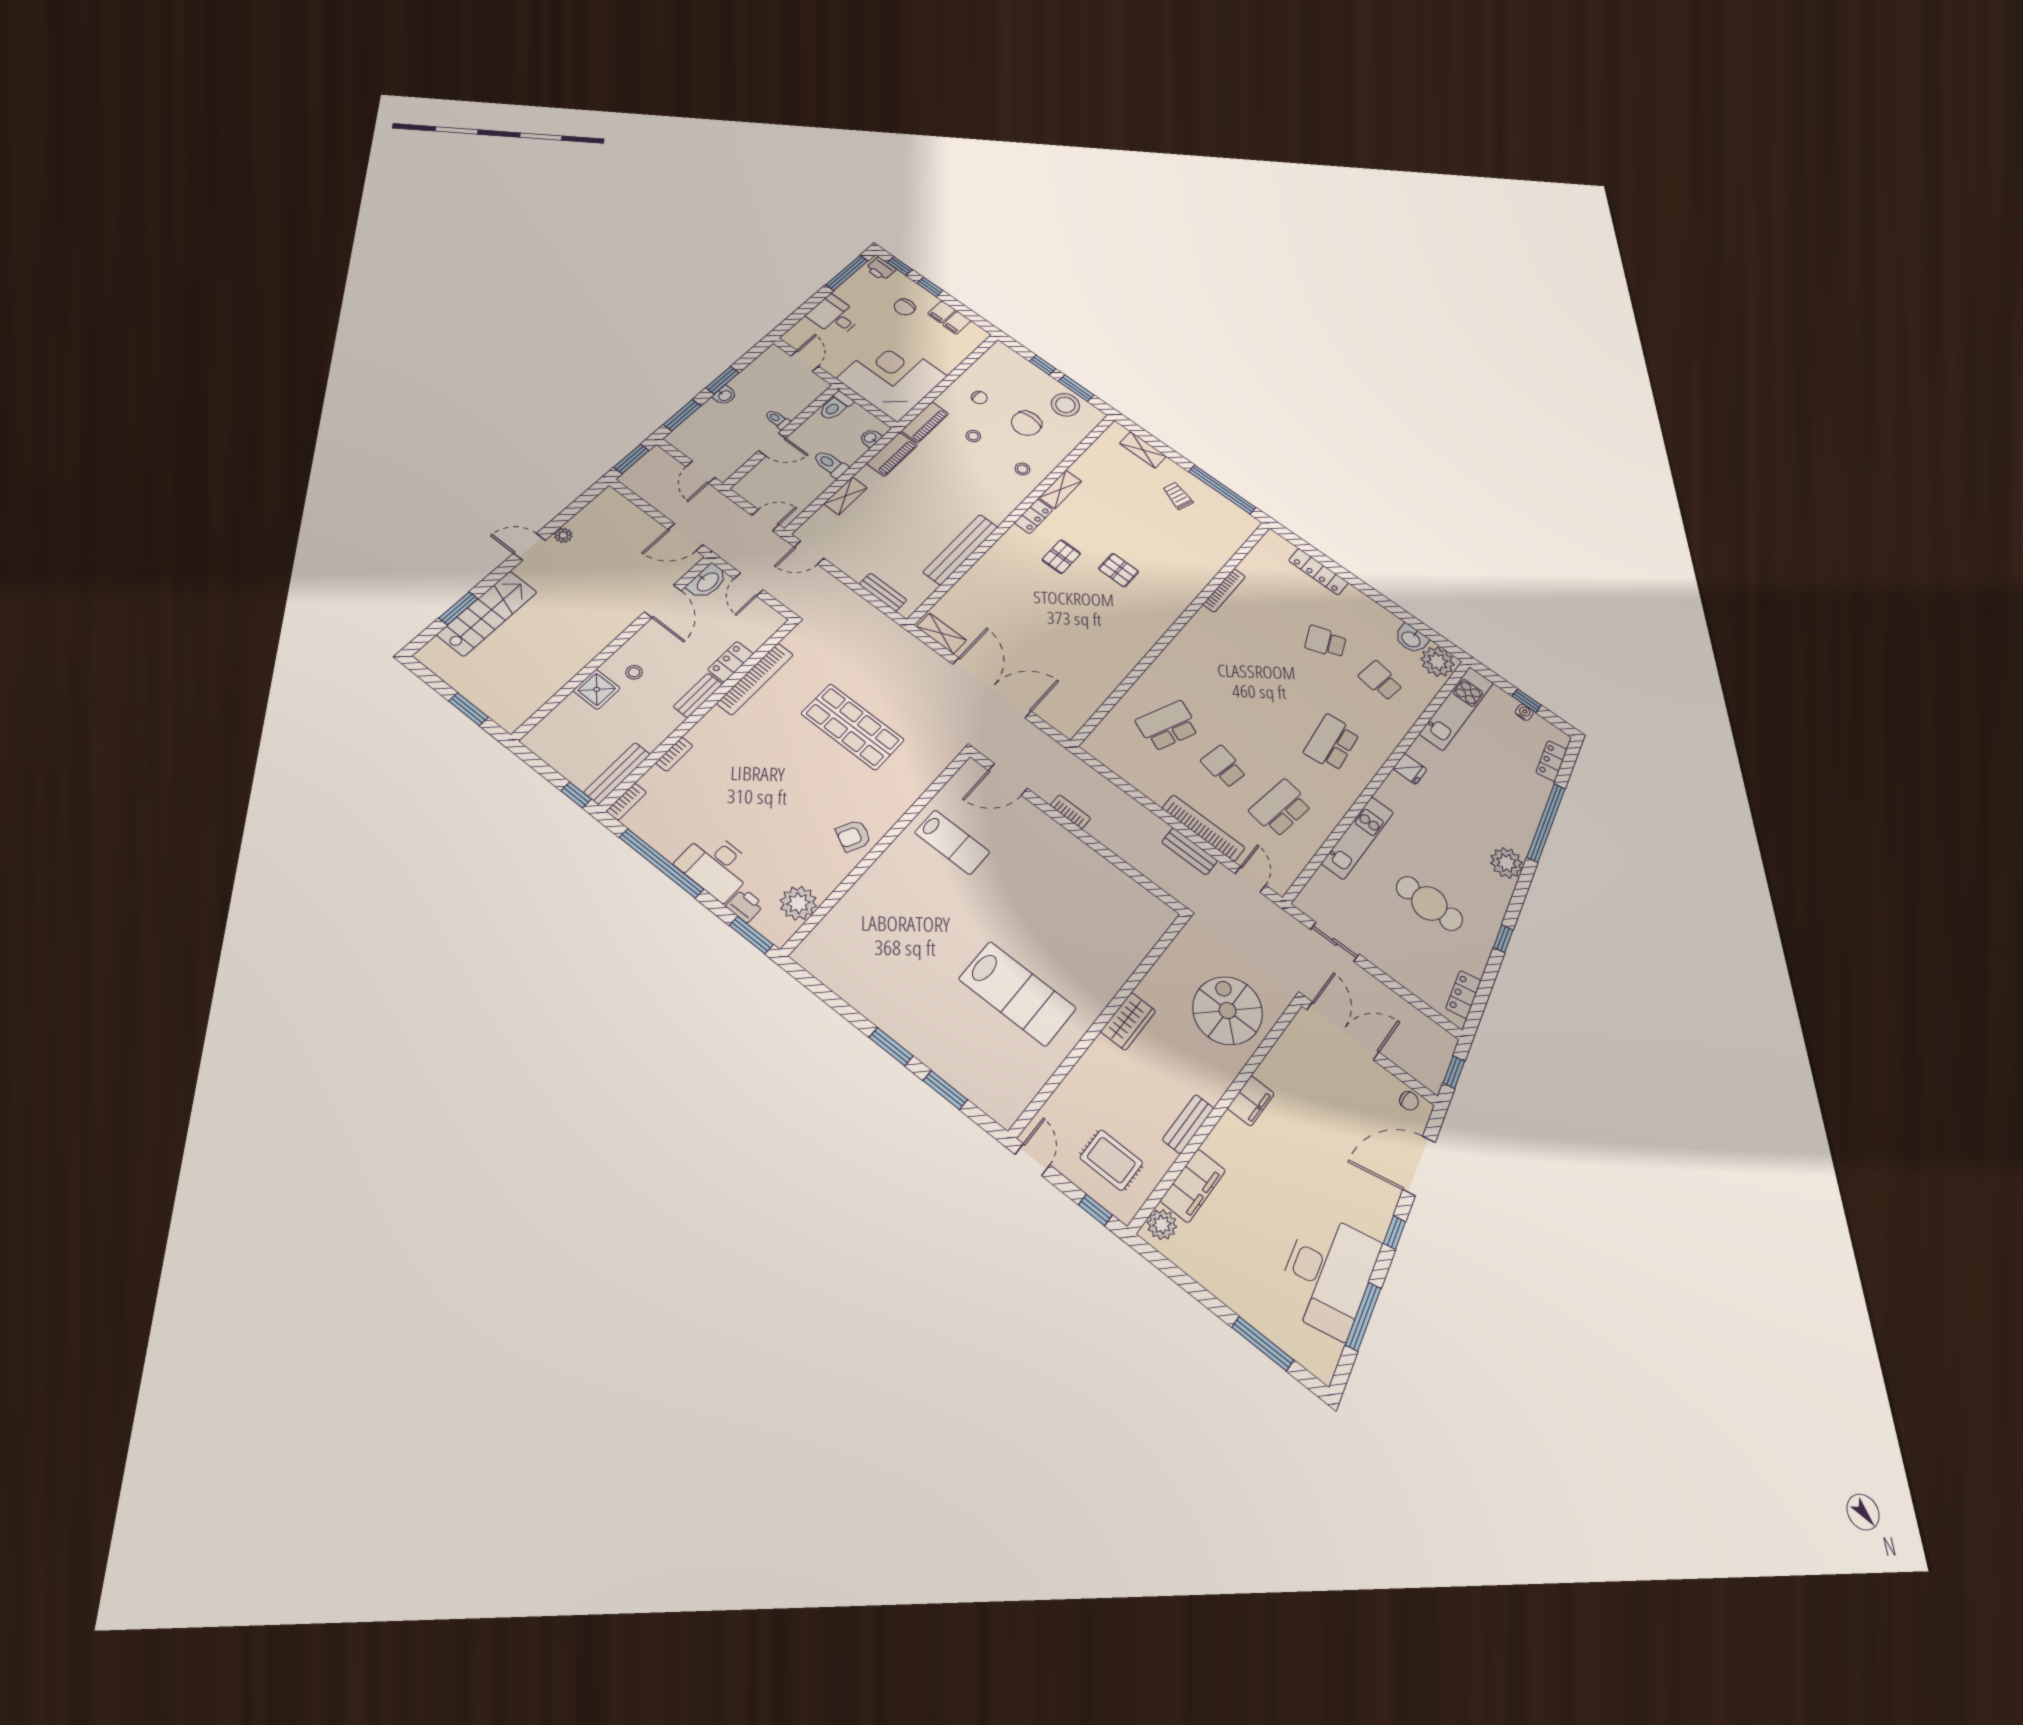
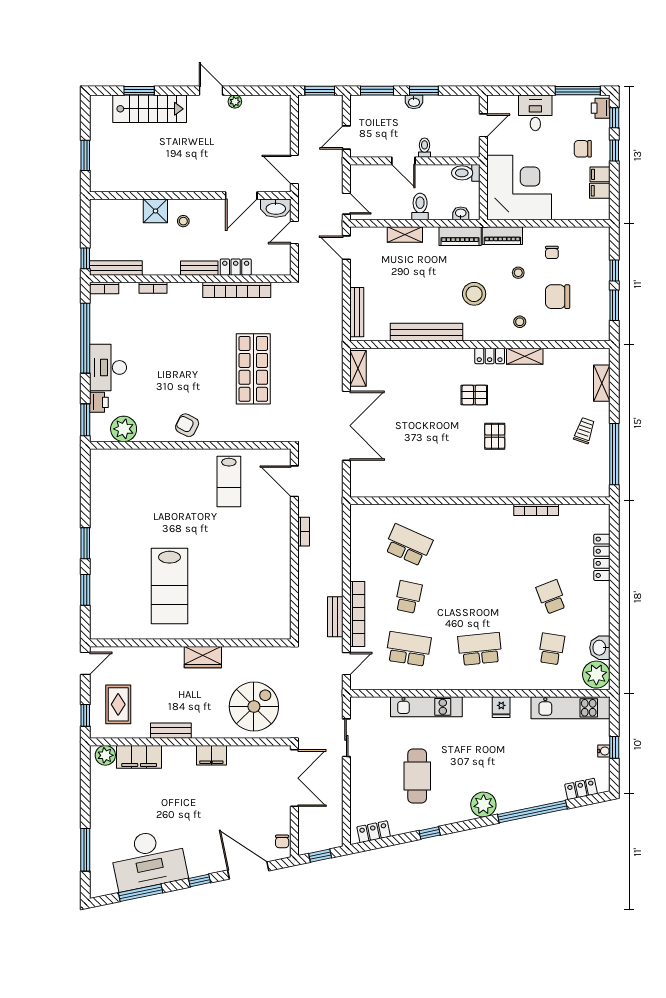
stool: (1065, 405) -> (474, 294), moved
bench: (883, 592) -> (357, 312), width x1.36

